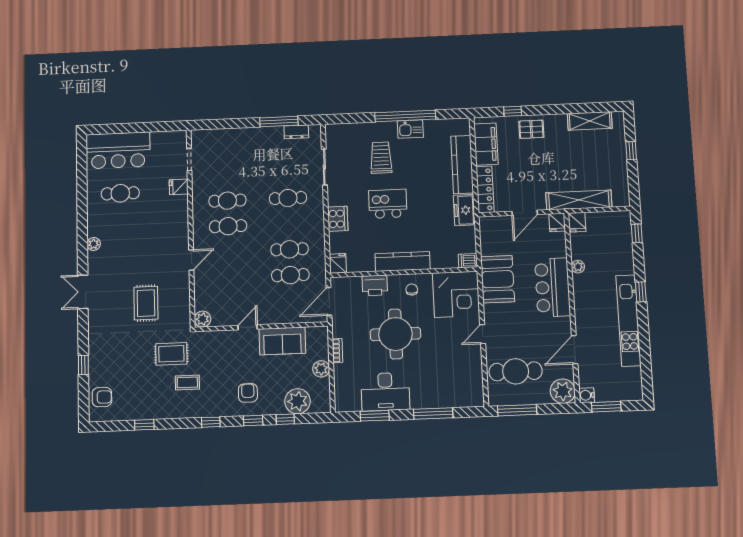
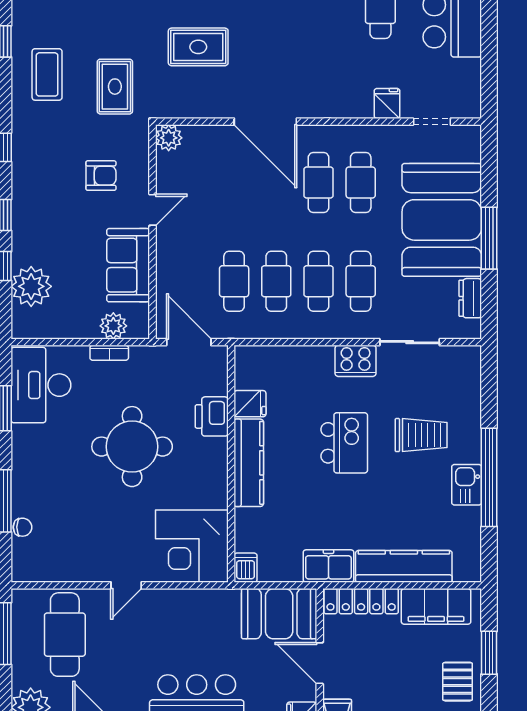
window: (513, 111) -> (489, 653), width x1.50
window: (279, 121) -> (489, 238), moved
booth: (249, 151) -> (442, 220), added
cooker: (338, 219) -> (356, 361), moved
cafe table: (289, 224) -> (318, 281), added
door: (191, 260) -> (265, 122), width x1.88
fridge: (338, 263) -> (250, 404), moved
booth: (497, 279) -> (279, 614), moved
chair: (412, 290) -> (23, 527), moved
door: (248, 327) -> (152, 210), hinge flipped
door: (483, 334) -> (126, 585), swing flipped
plant: (321, 369) -> (113, 326), moved
coffee table: (187, 382) -> (47, 74), moved, width x1.36, depth x1.30
desk: (385, 392) -> (41, 385), moved
armchair: (248, 393) -> (101, 176), moved

